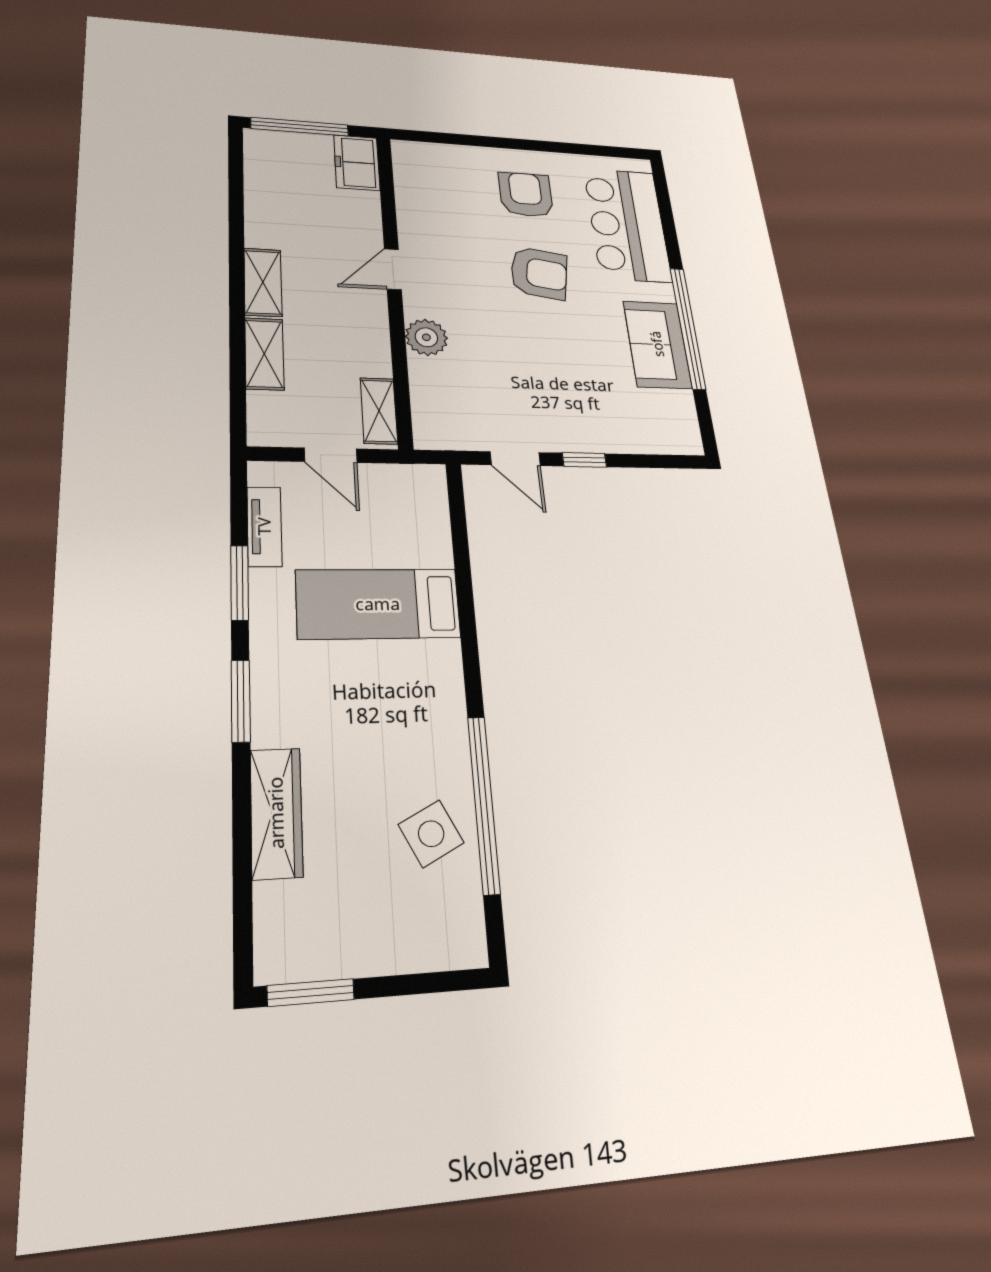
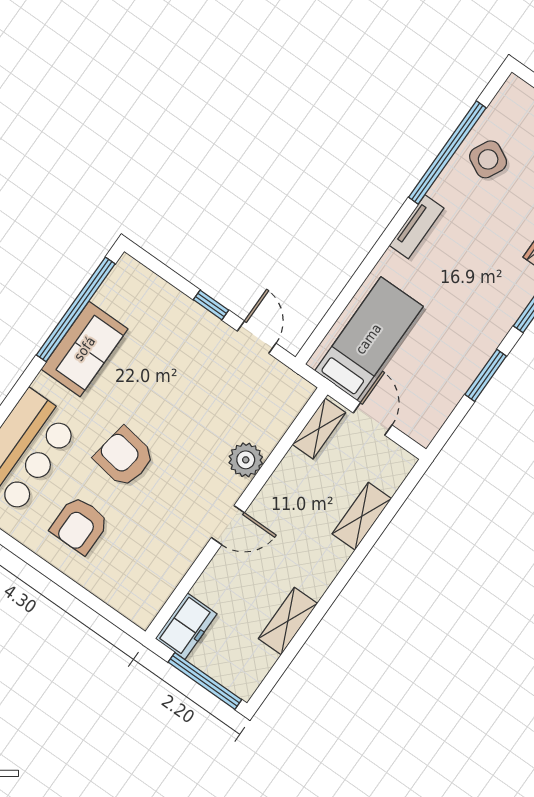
shelving: (263, 282) -> (288, 621), moved
window: (688, 328) -> (76, 309), moved
tv unit: (264, 526) -> (417, 227), moved, turned 180
bed: (378, 604) -> (369, 339), moved, turned -90
side table: (431, 834) -> (488, 159), turned -36

